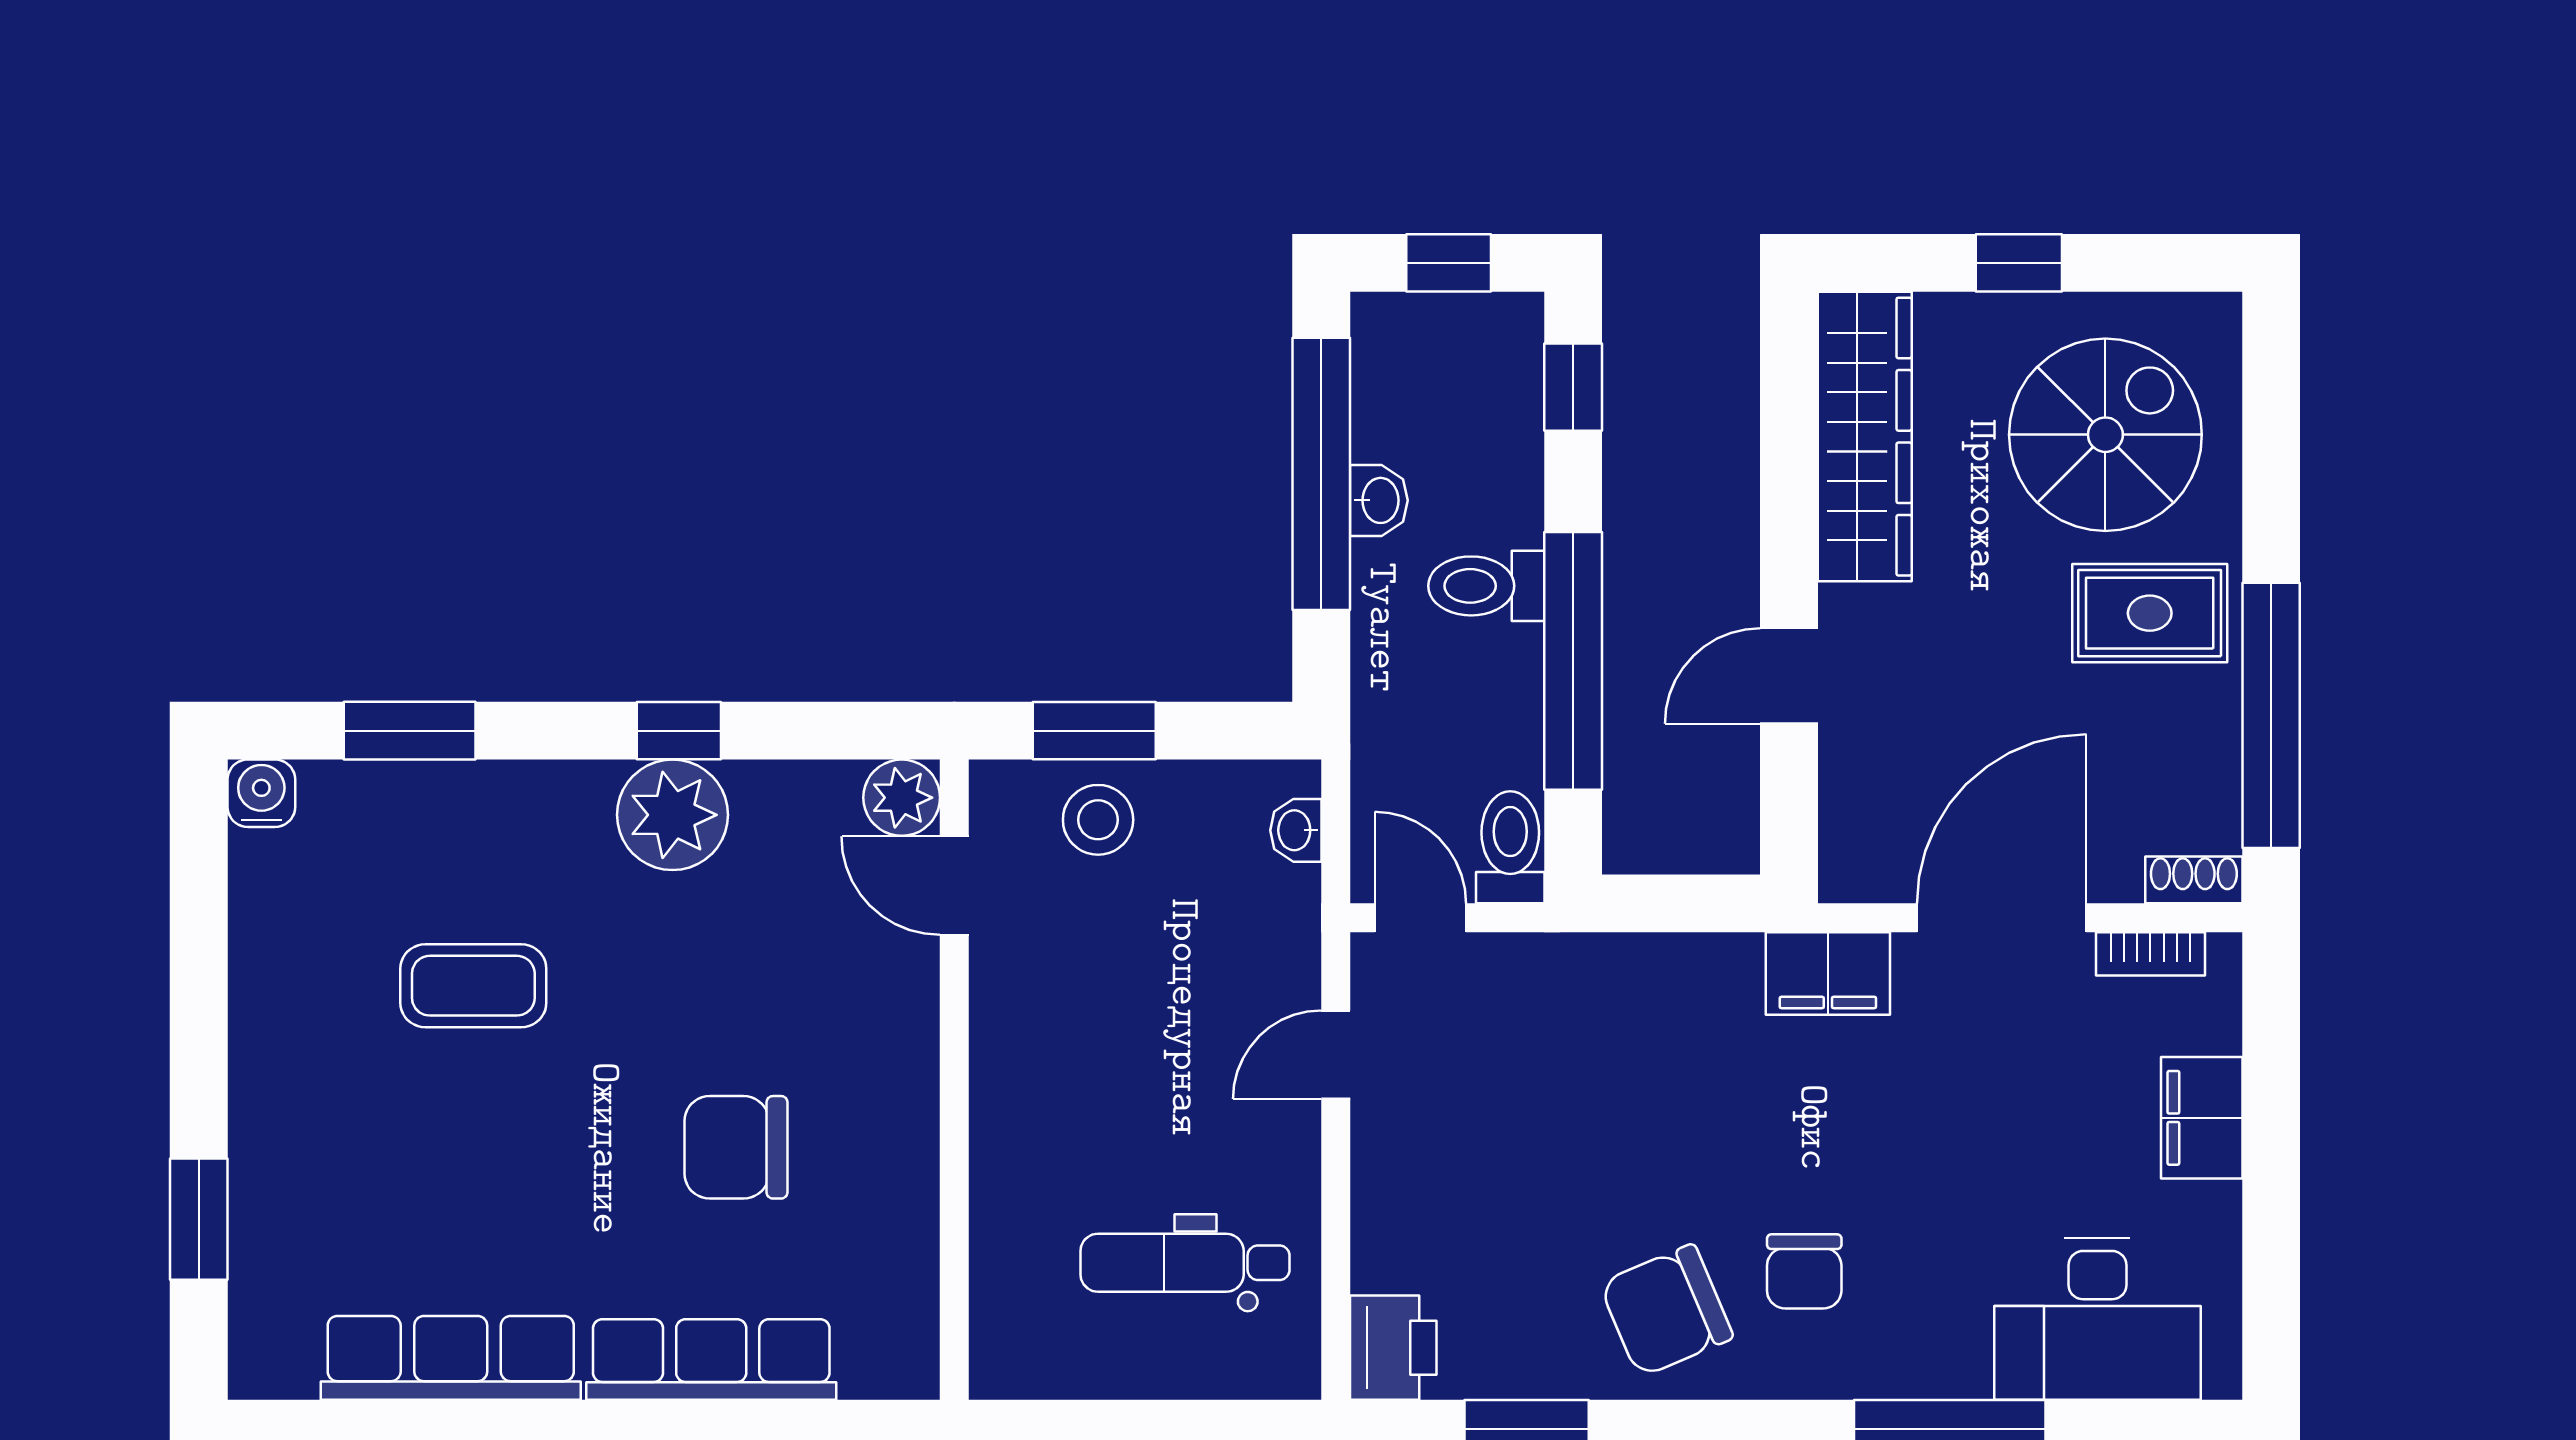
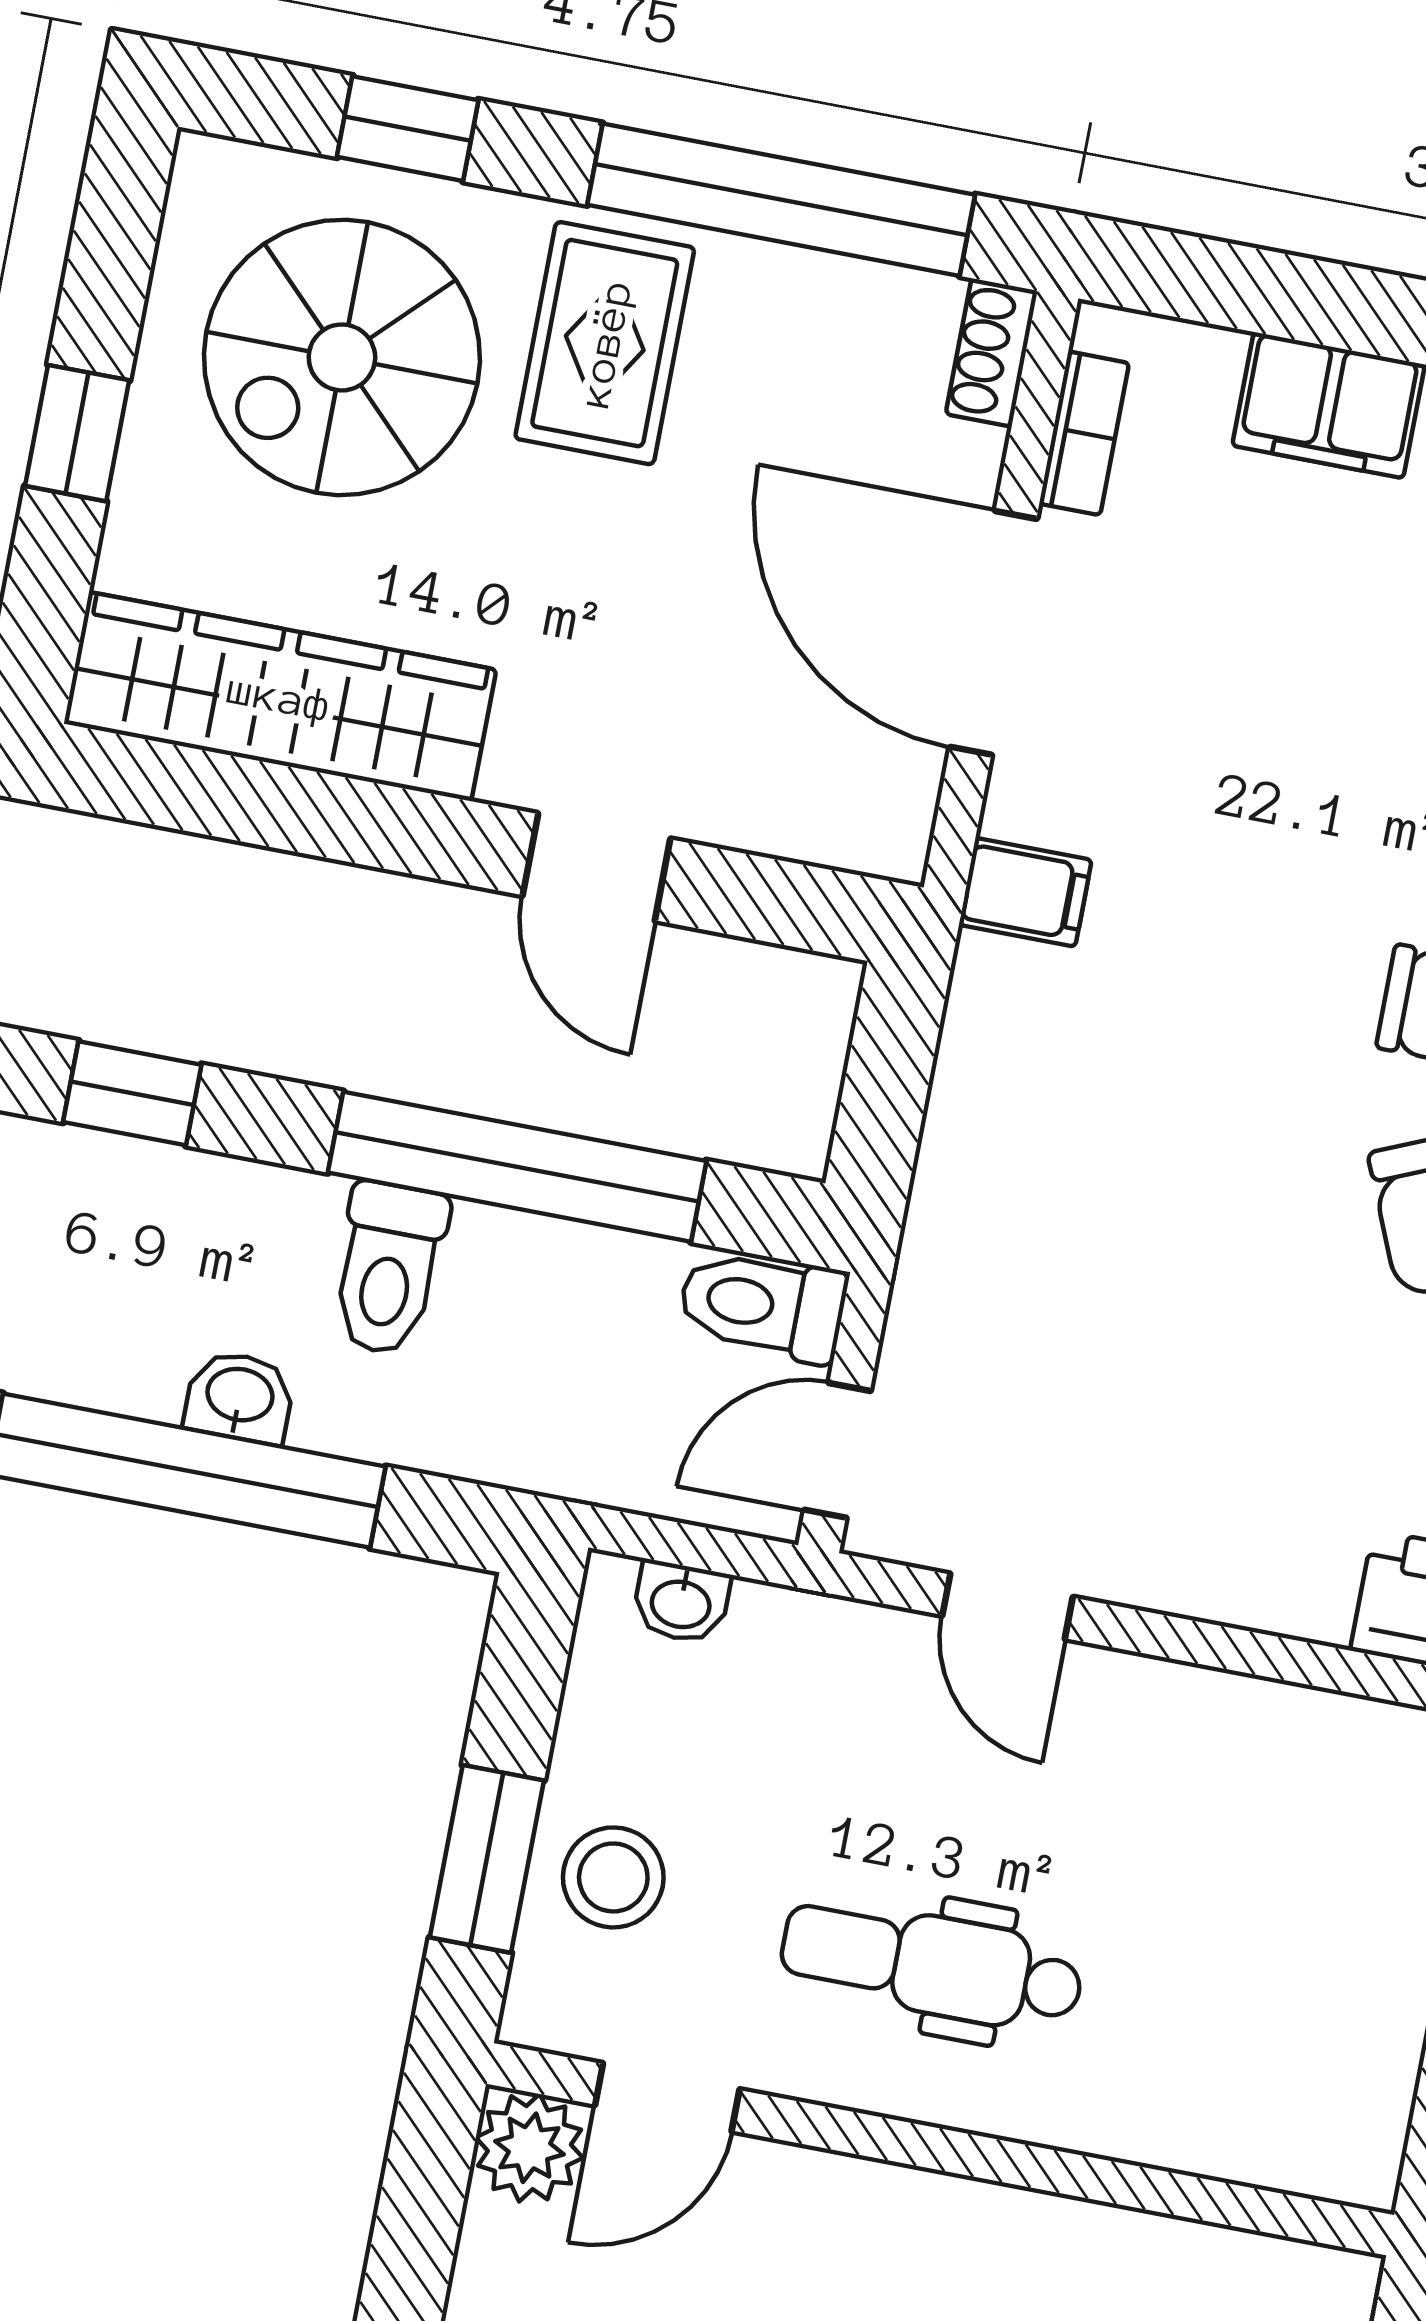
spiral stairs: (2105, 435) -> (342, 357), turned -90
window: (2271, 450) -> (408, 129), added
filing cabinet: (1828, 974) -> (1025, 892), width x0.50
dental chair: (1185, 1263) -> (932, 1965), moved, turned 90

